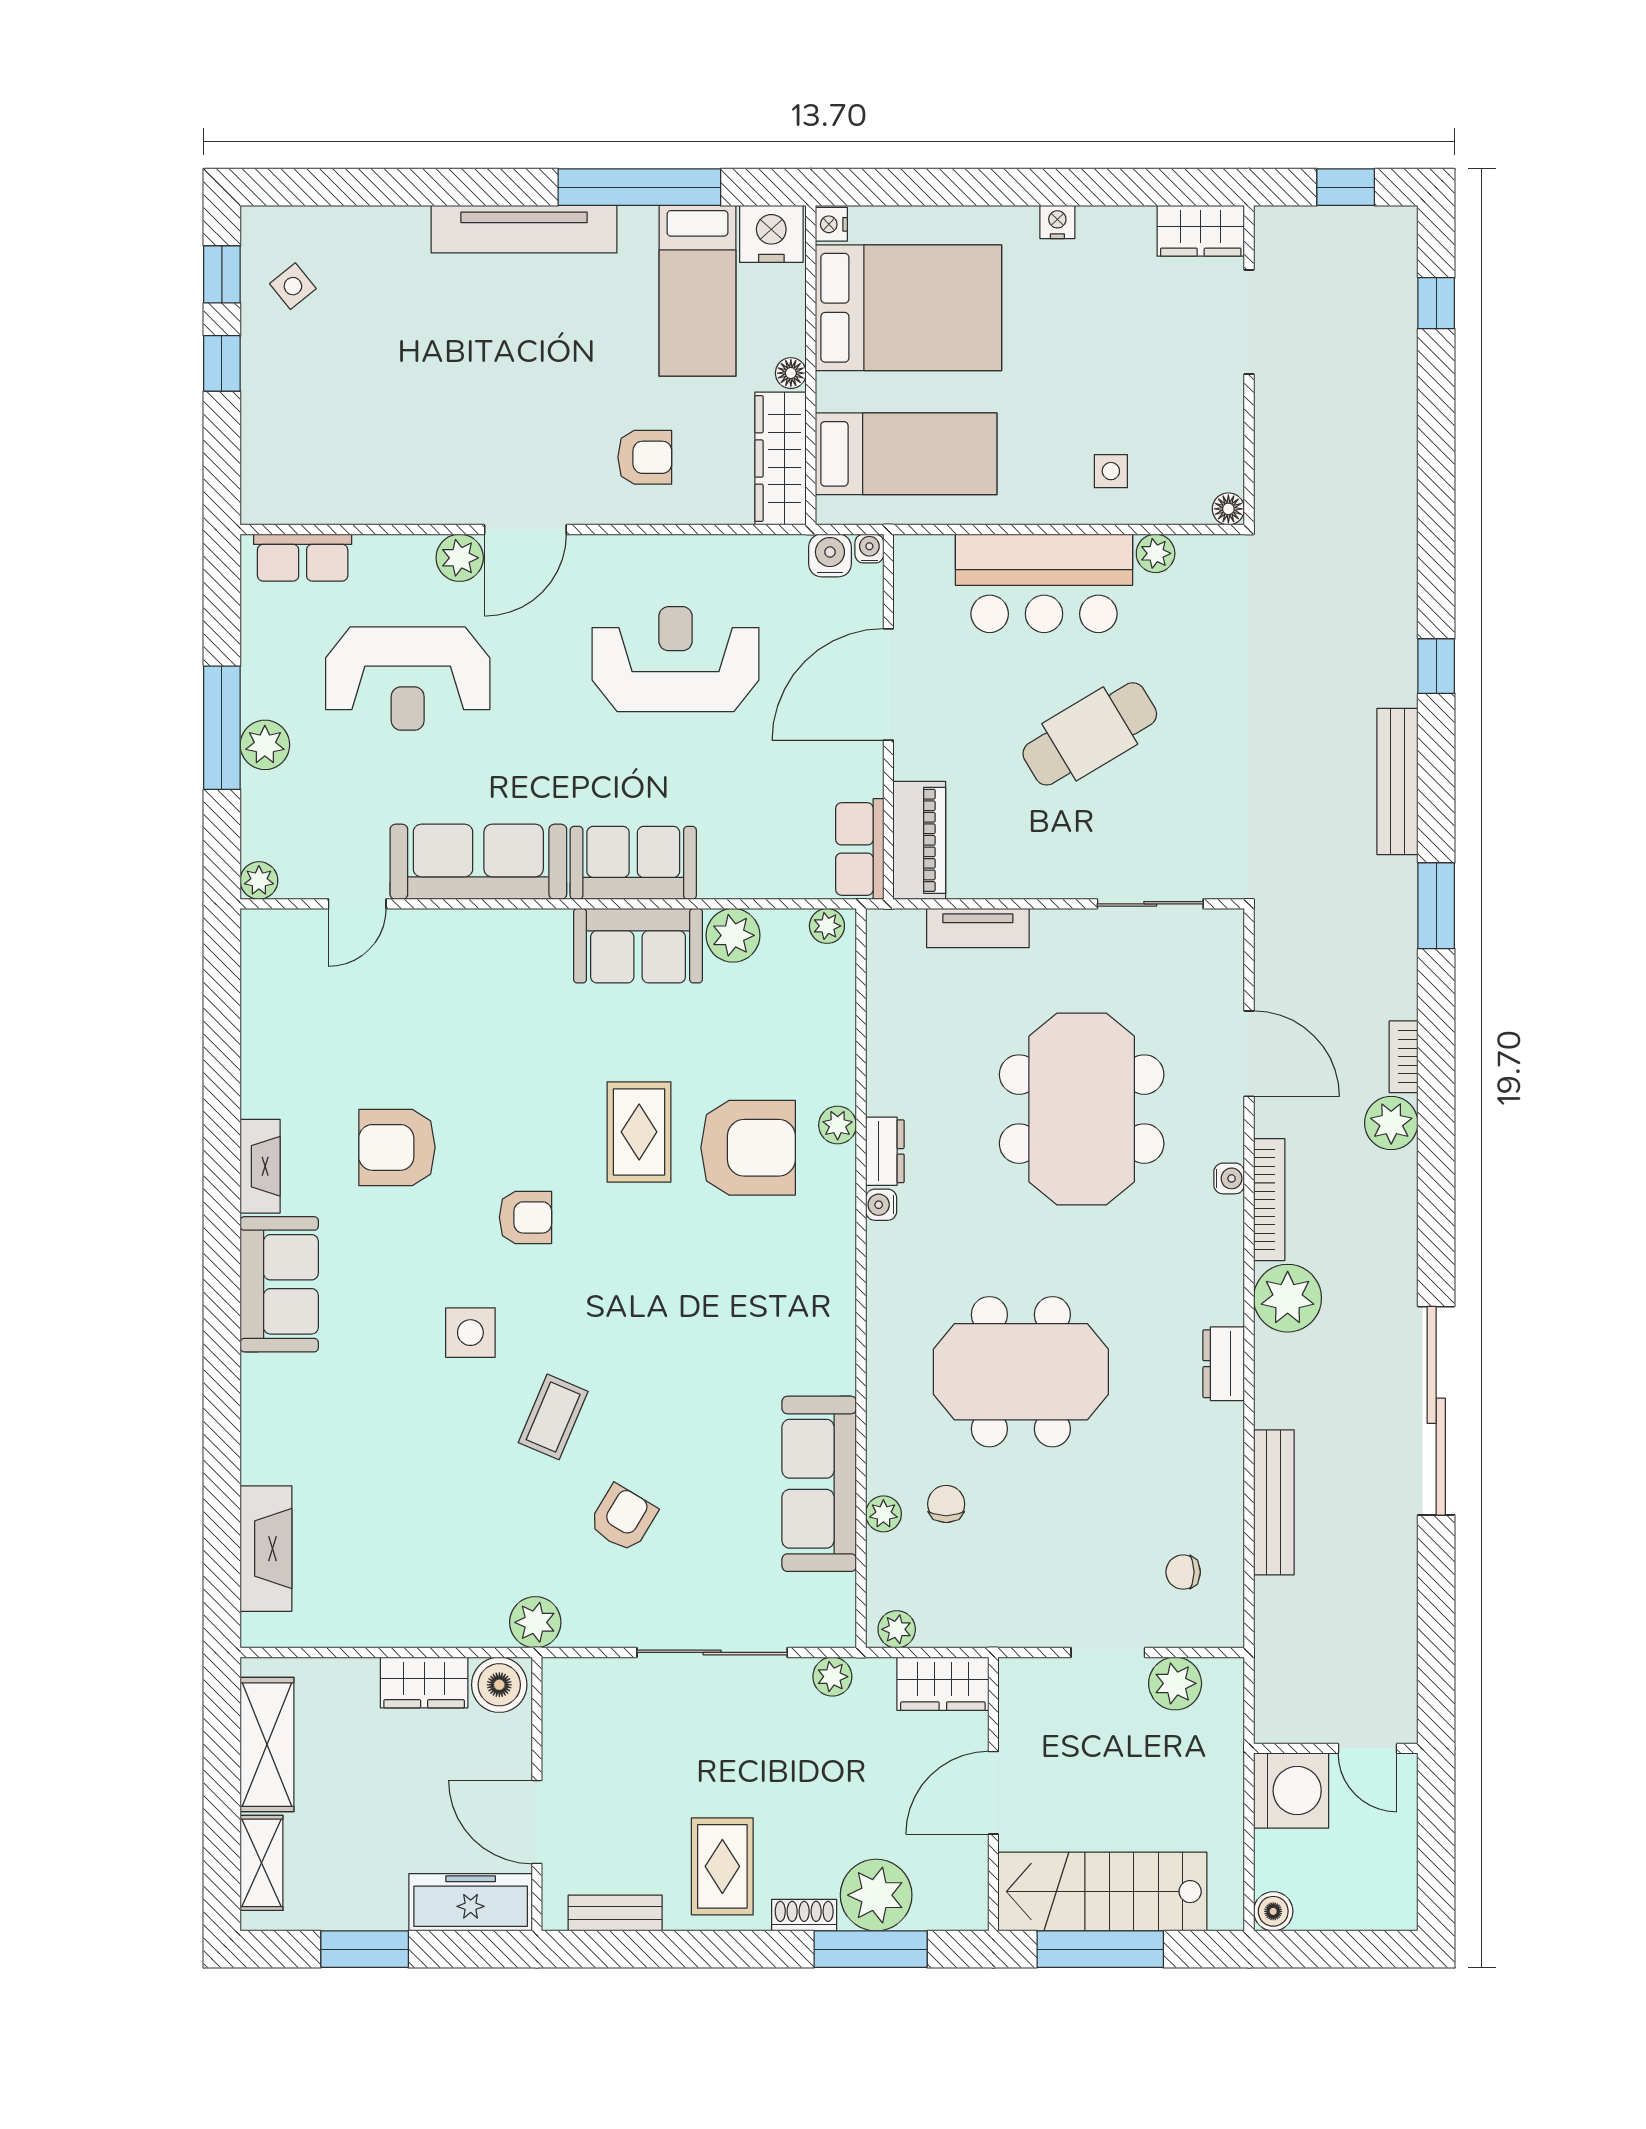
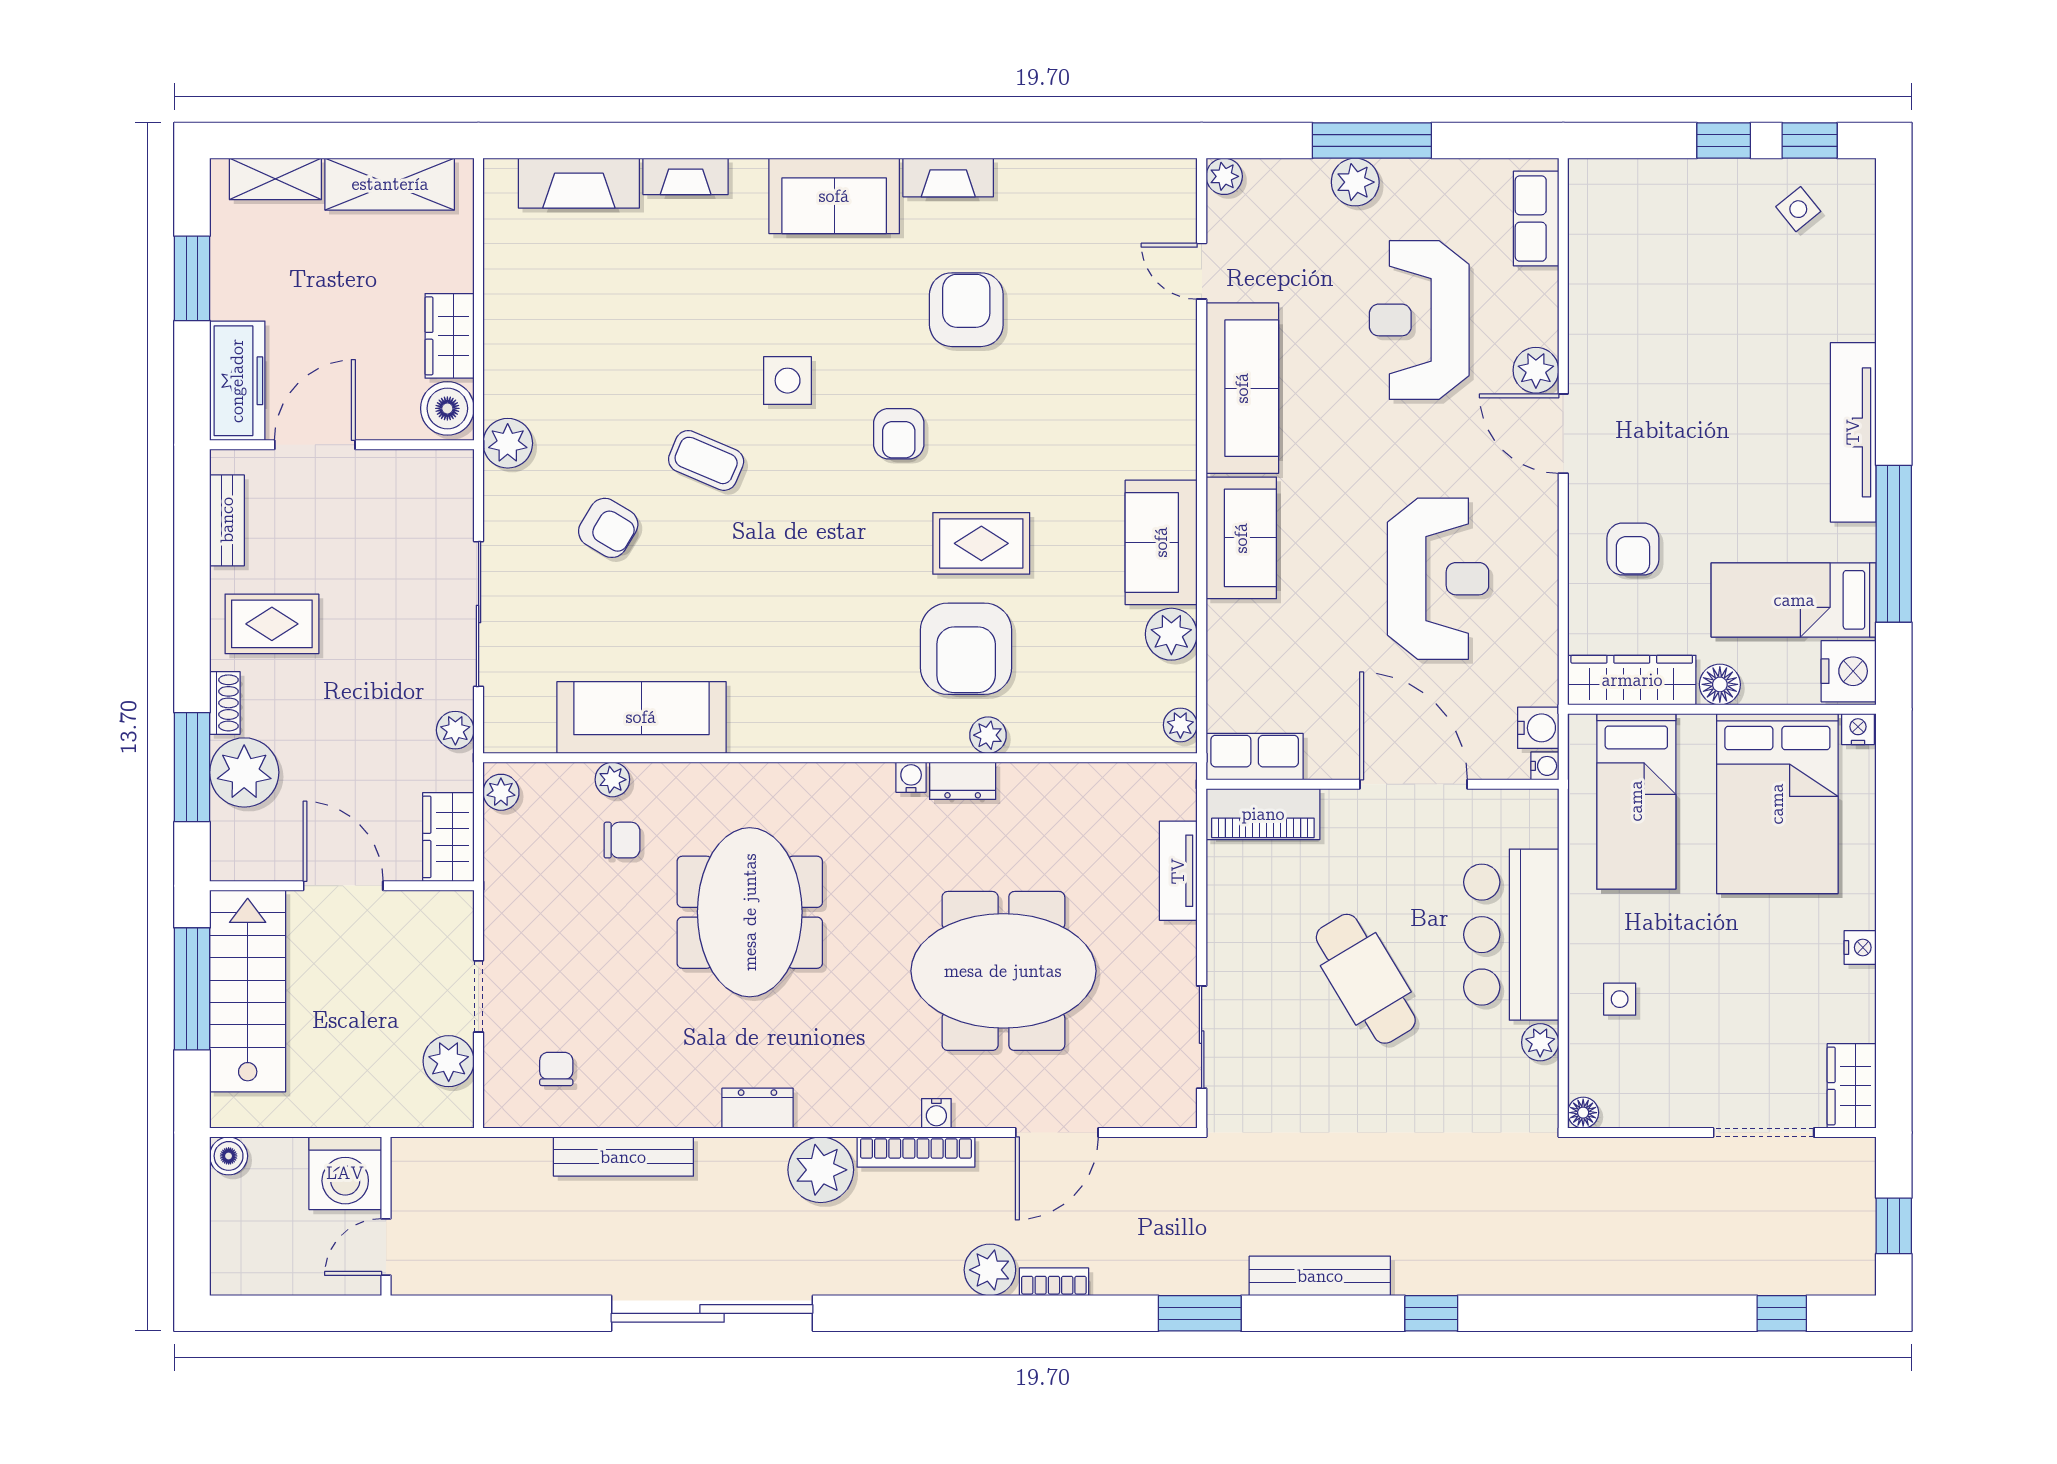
floor lamp: (791, 373) -> (1720, 684), width x1.37, depth x1.37
fireplace: (259, 1438) -> (686, 176), added

